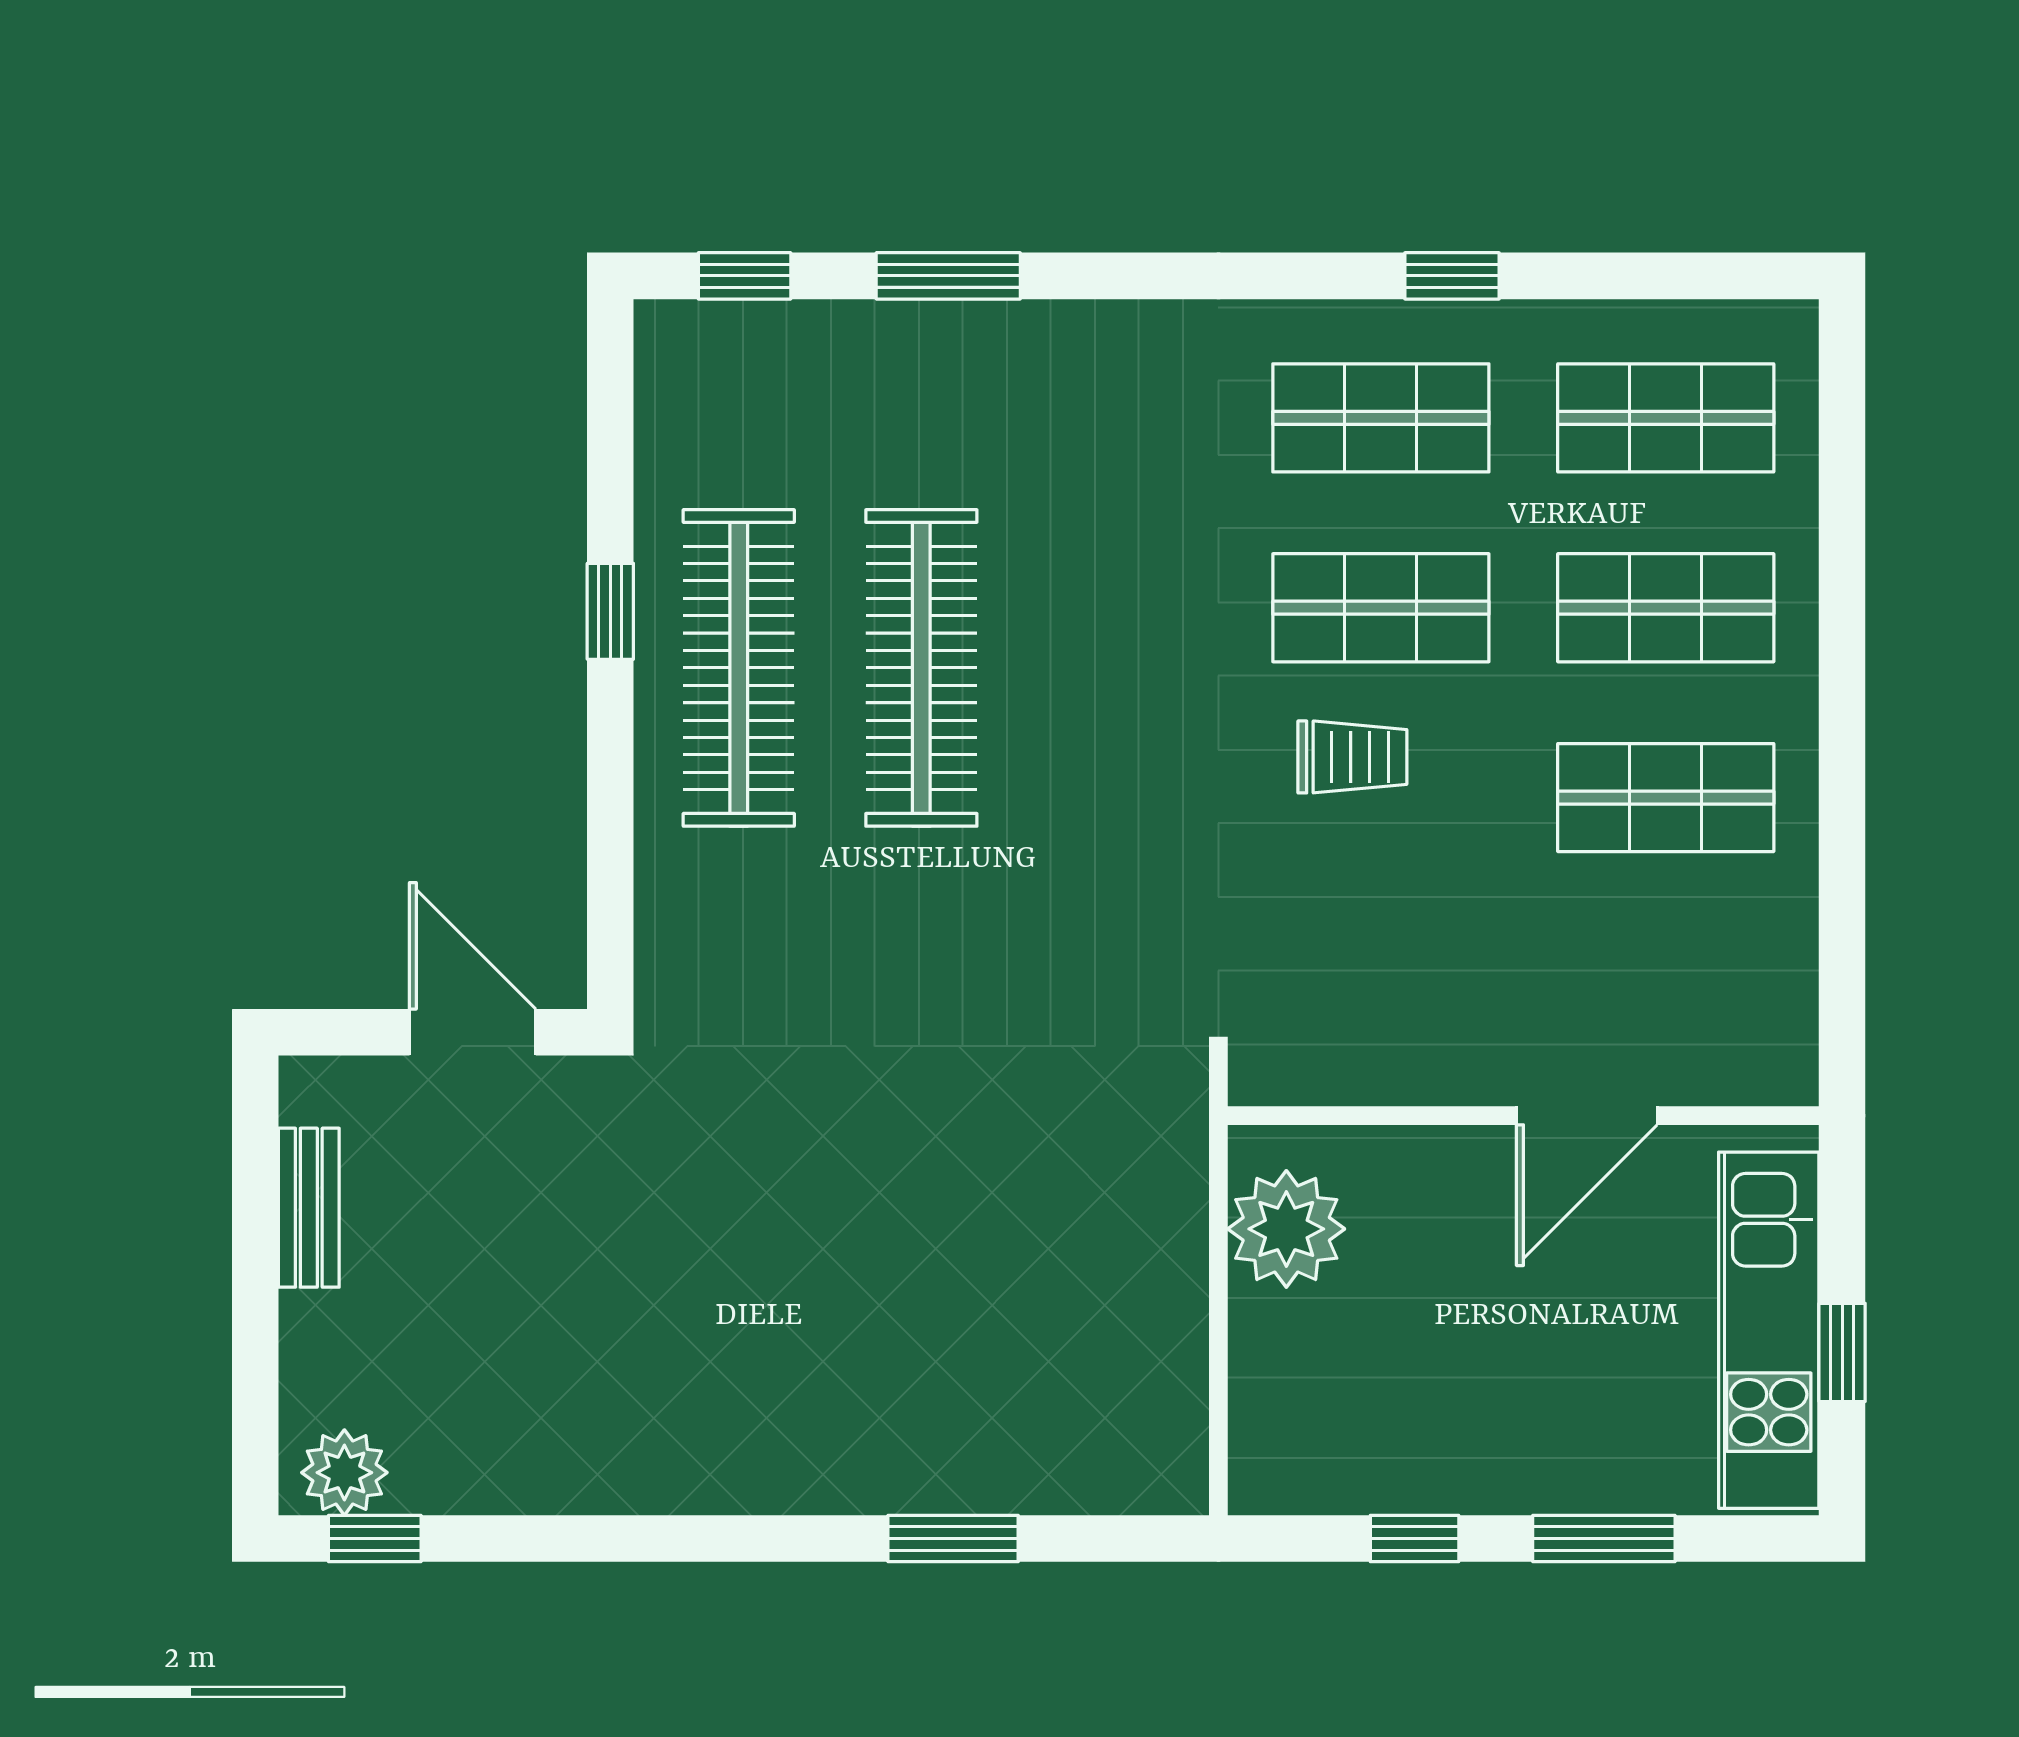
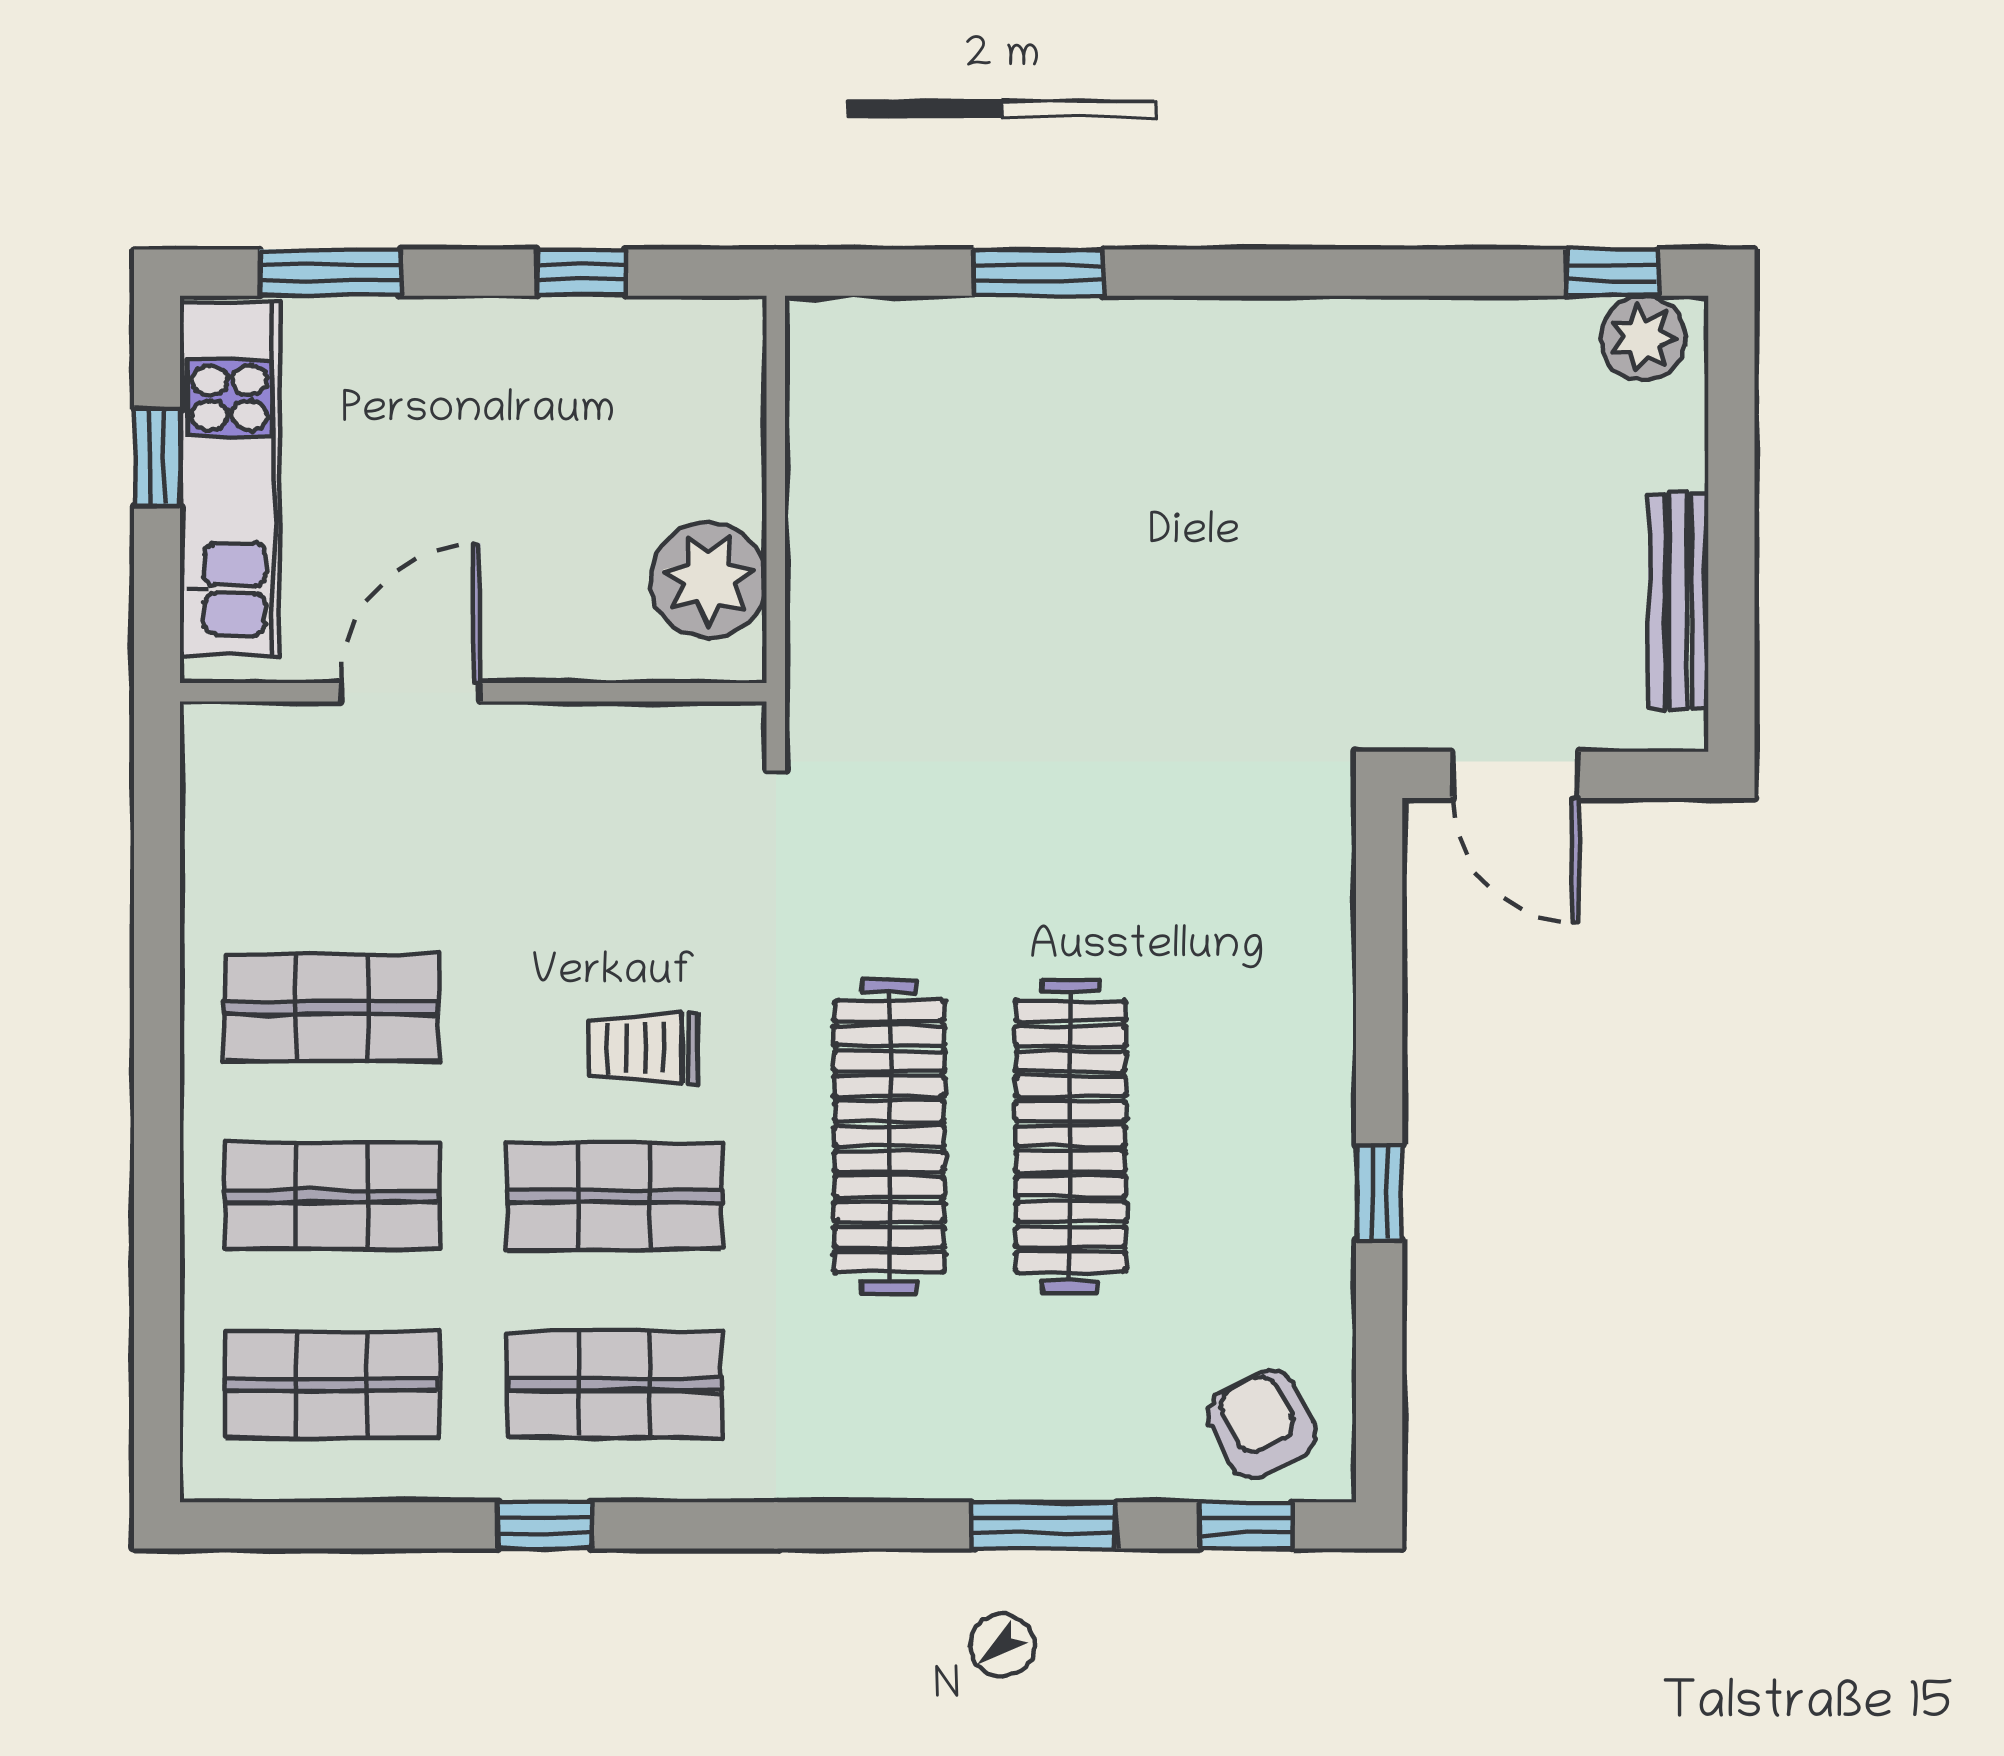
armchair: (729, 378) -> (1262, 1424), added
clothes rail: (739, 668) -> (889, 1136), moved
bench: (309, 1208) -> (1678, 601), width x1.36
window: (1604, 1539) -> (330, 273), moved

